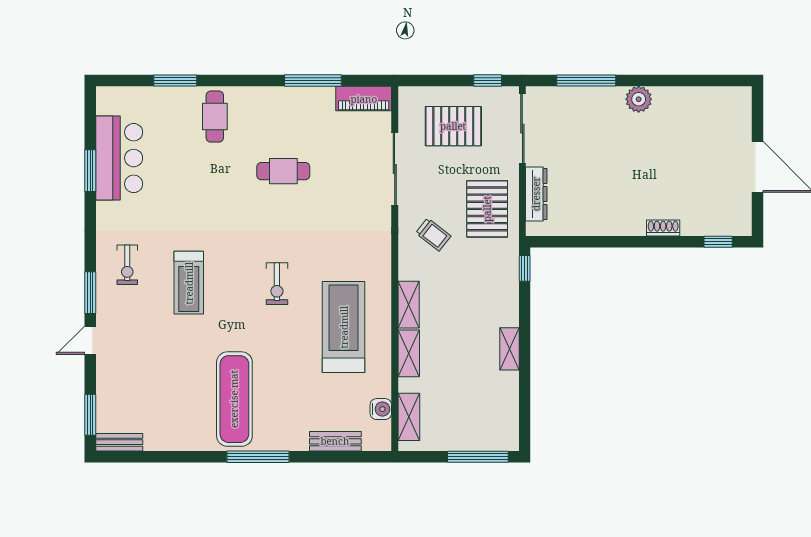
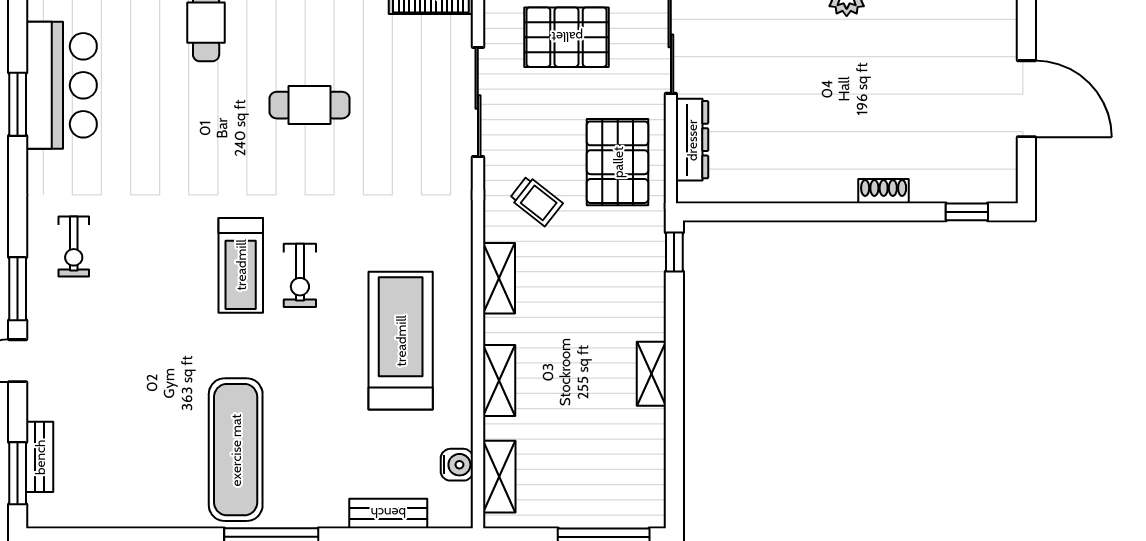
treadmill: (189, 283) -> (241, 265), moved
shelving: (409, 305) -> (499, 278), moved
bench: (119, 442) -> (40, 457), moved, turned 90

